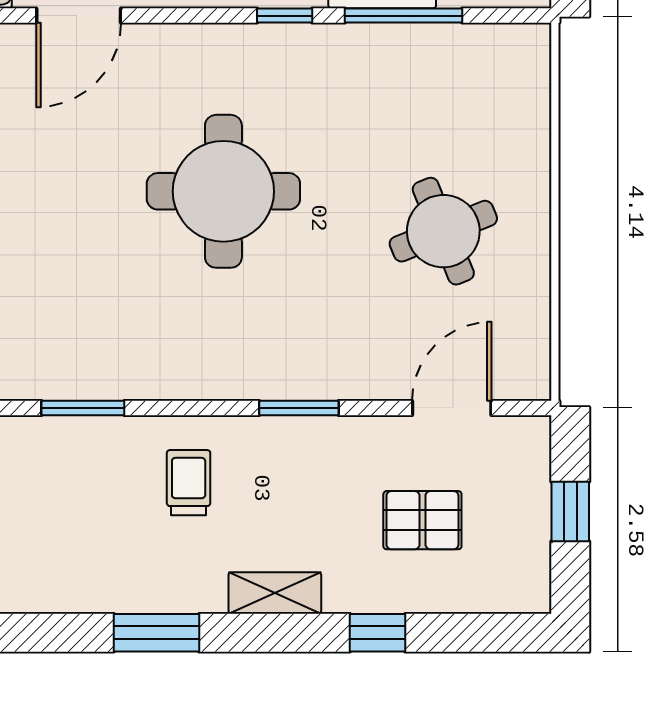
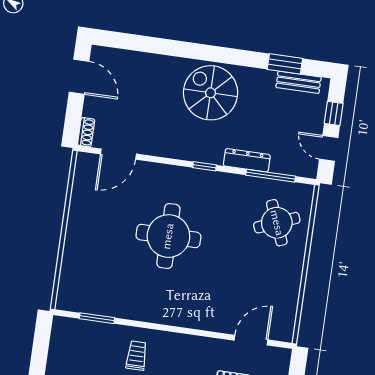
window: (403, 16) -> (271, 176), moved
round table: (443, 231) -> (277, 223), moved
window: (299, 408) -> (187, 331), removed

